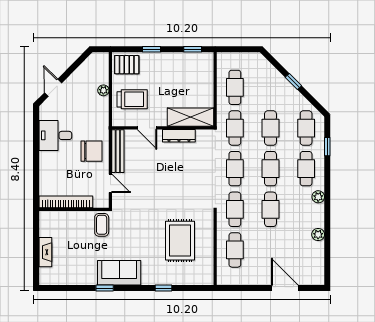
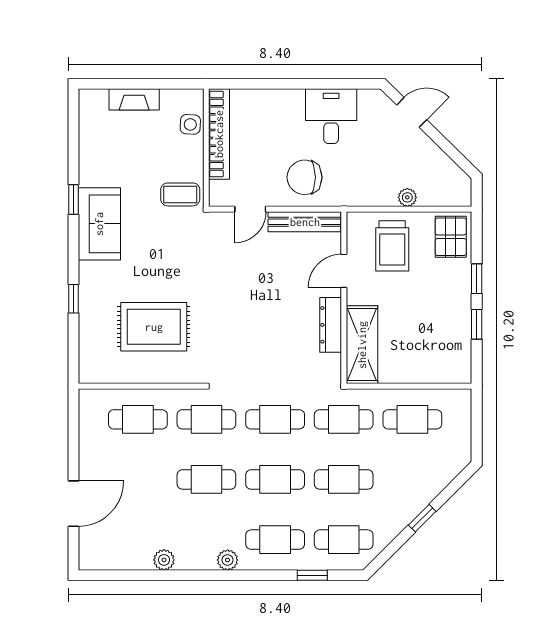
window: (193, 49) -> (477, 324), moved
chair: (91, 151) -> (305, 177), turned 90
side table: (60, 219) -> (190, 124), added

